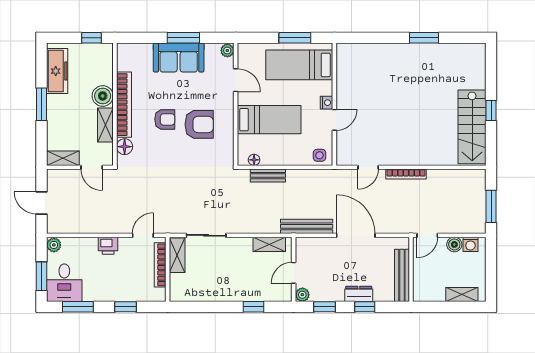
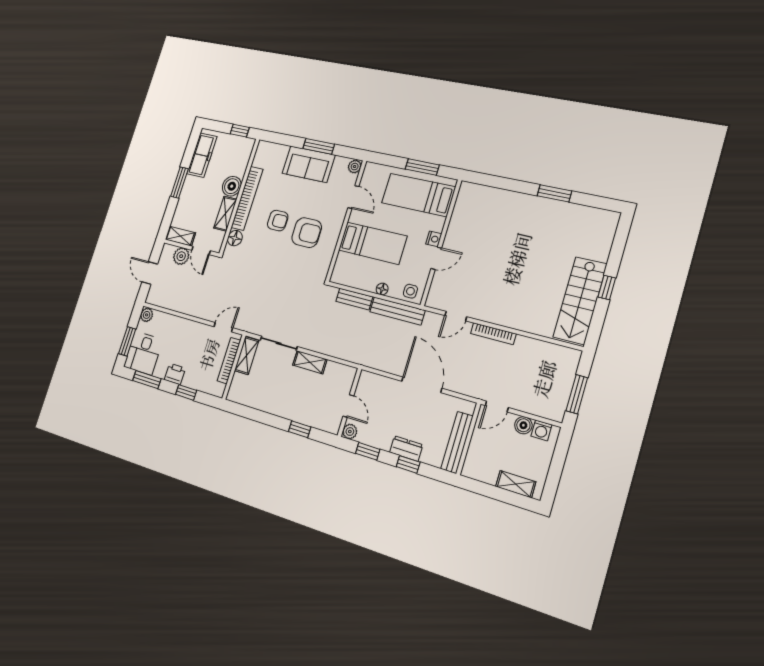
floor lamp: (254, 160) -> (382, 289), moved
plant: (71, 178) -> (181, 256), added
bench: (307, 226) -> (397, 311), moved
shelving: (269, 244) -> (310, 362), moved
printer: (108, 246) -> (175, 374), moved, turned 180
door: (294, 273) -> (348, 406), swing flipped

